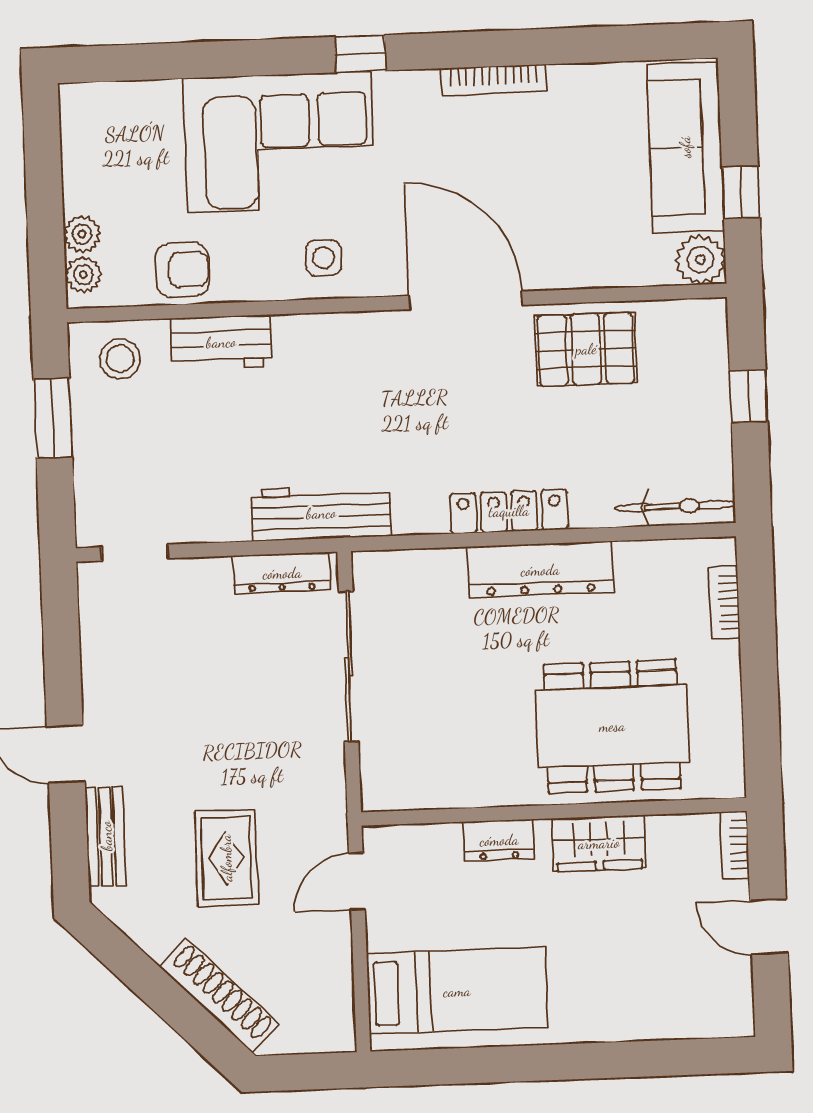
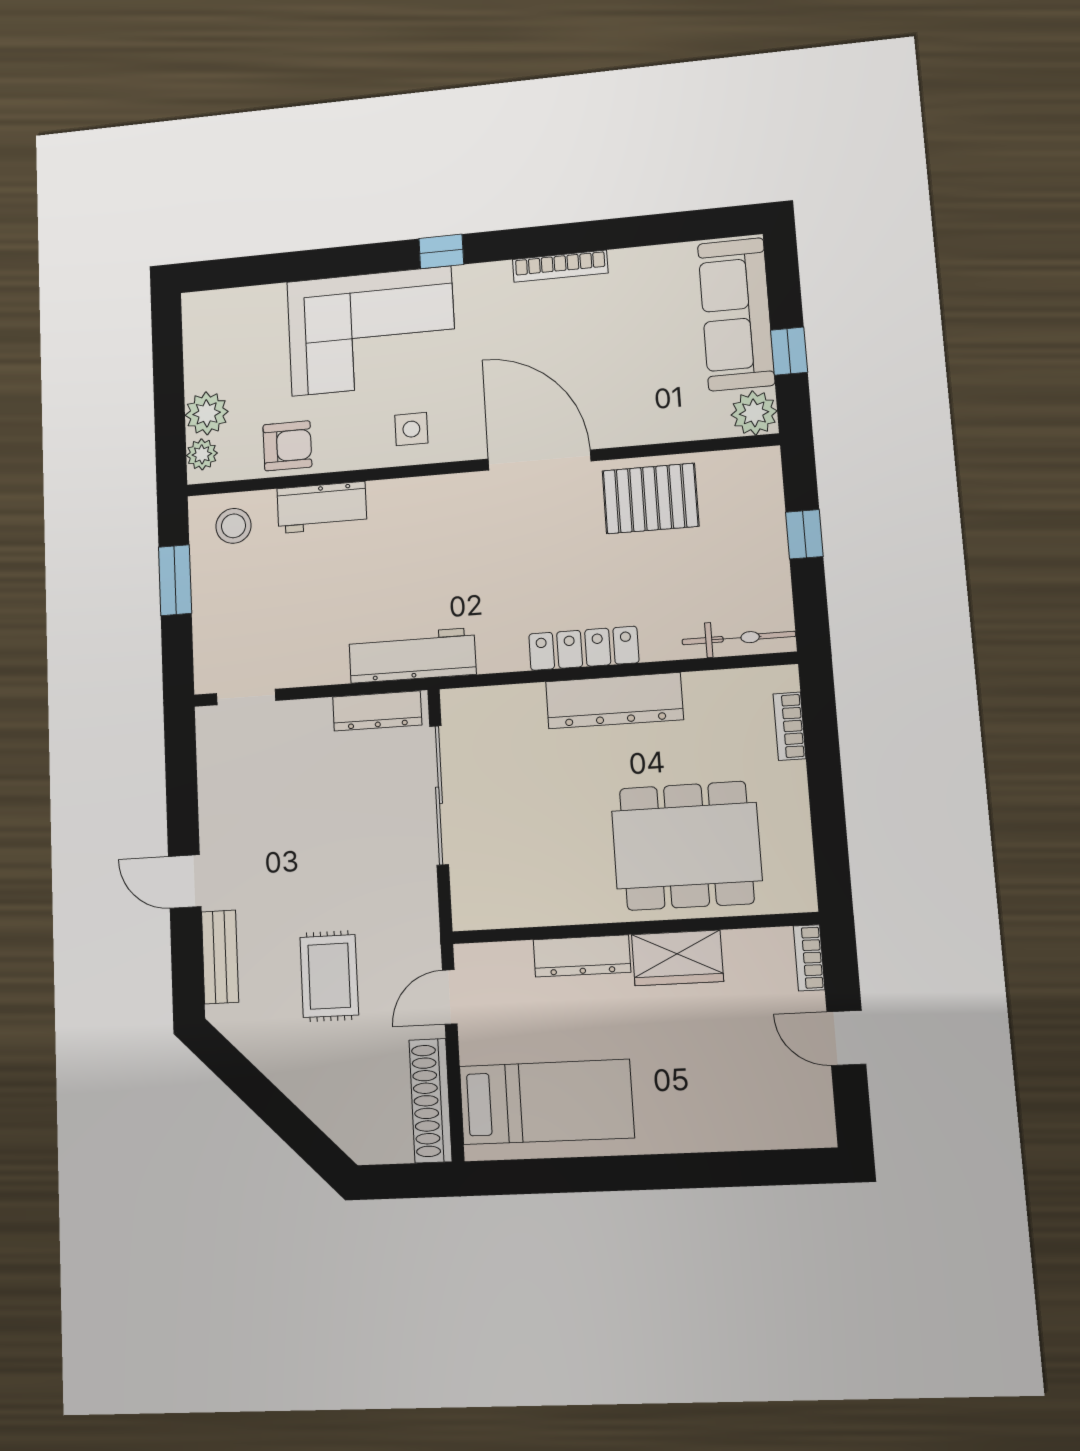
plant: (82, 234) -> (207, 413), width x1.38, depth x1.38
dresser: (499, 840) -> (582, 956), width x1.44
shoe rack: (219, 996) -> (430, 1101), moved, turned -135

